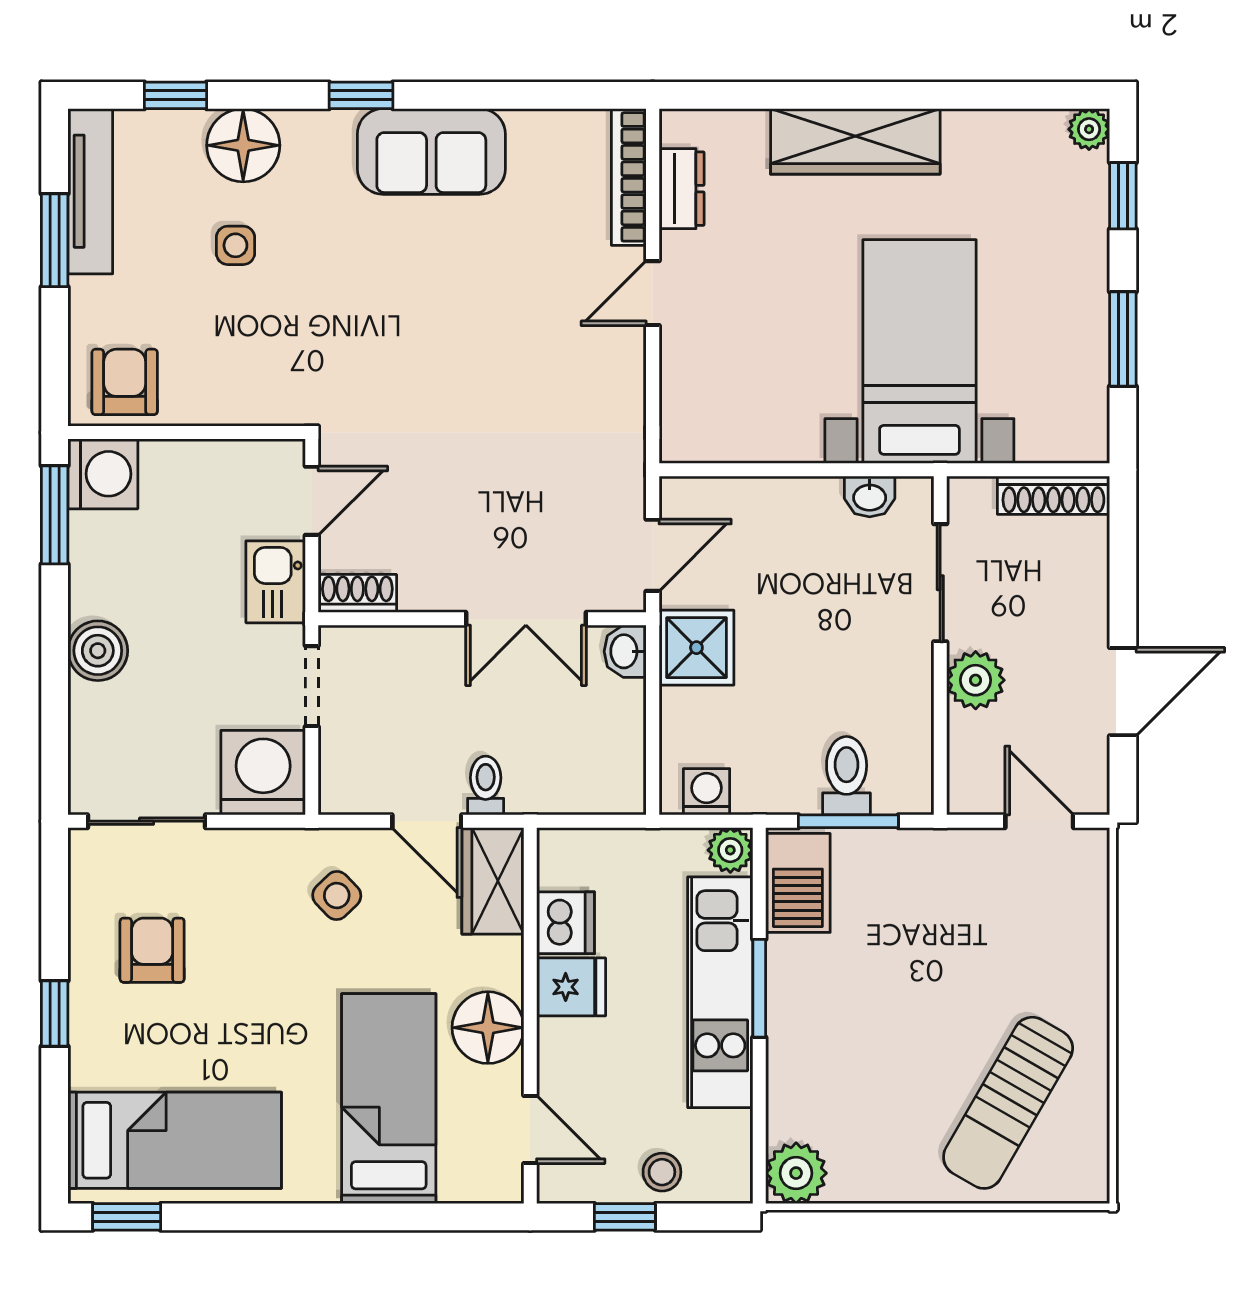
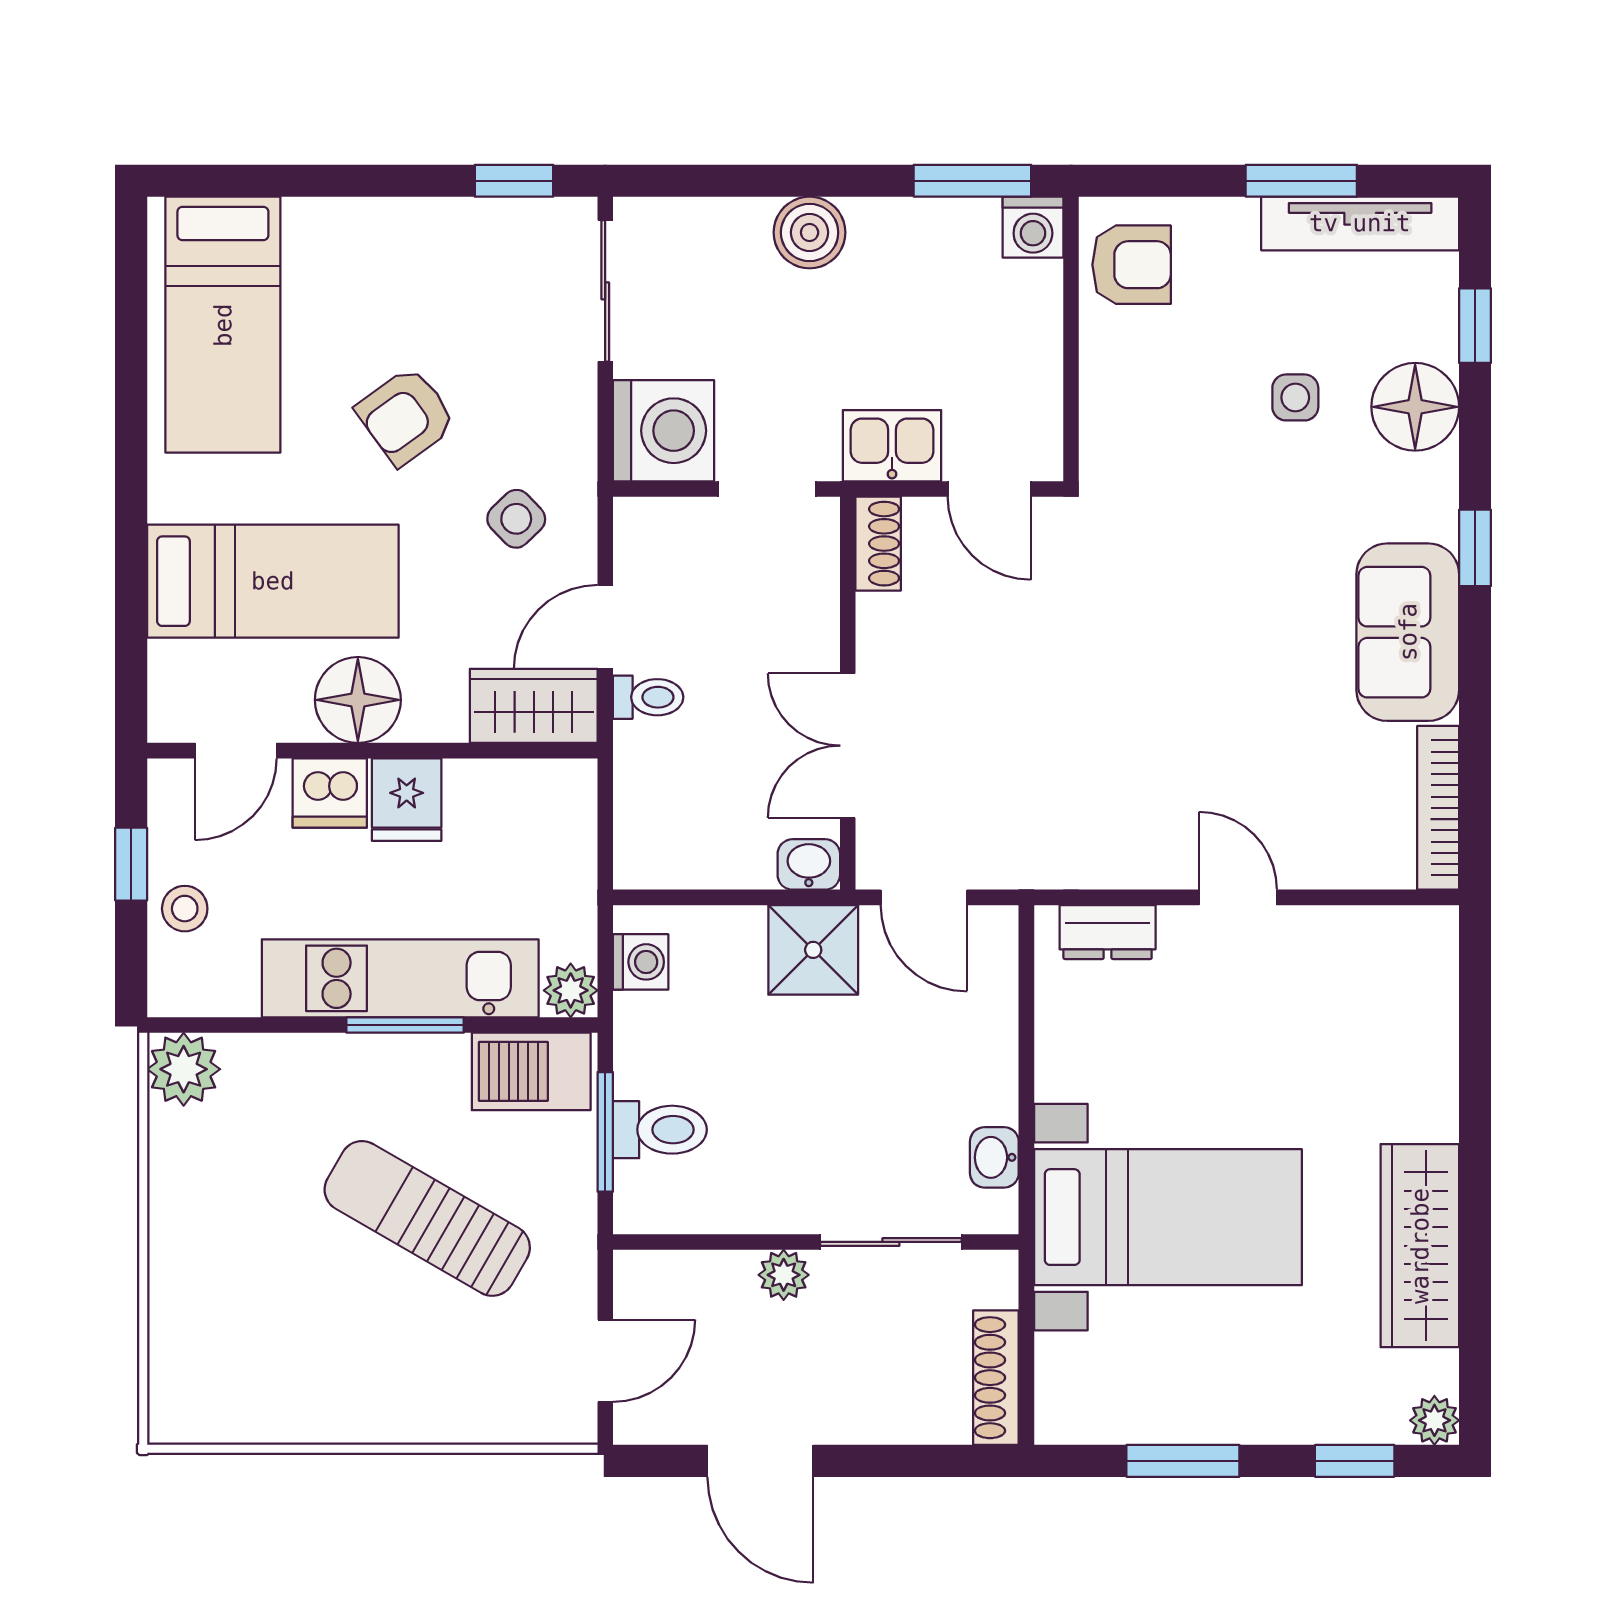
wardrobe: (855, 141) -> (1420, 1246), moved
bookcase: (629, 177) -> (1438, 808), moved, turned -90
dresser: (682, 189) -> (1108, 932), moved
washing machine: (103, 474) -> (1033, 227), width x0.73, depth x0.73
plant: (976, 680) -> (784, 1275), width x0.73, depth x0.73
dishwasher: (565, 923) -> (330, 793), moved
armchair: (152, 950) -> (406, 416), moved, turned 144
window: (55, 1014) -> (514, 181), moved
sun lounger: (1008, 1103) -> (427, 1218), moved
window: (127, 1217) -> (131, 267), removed

